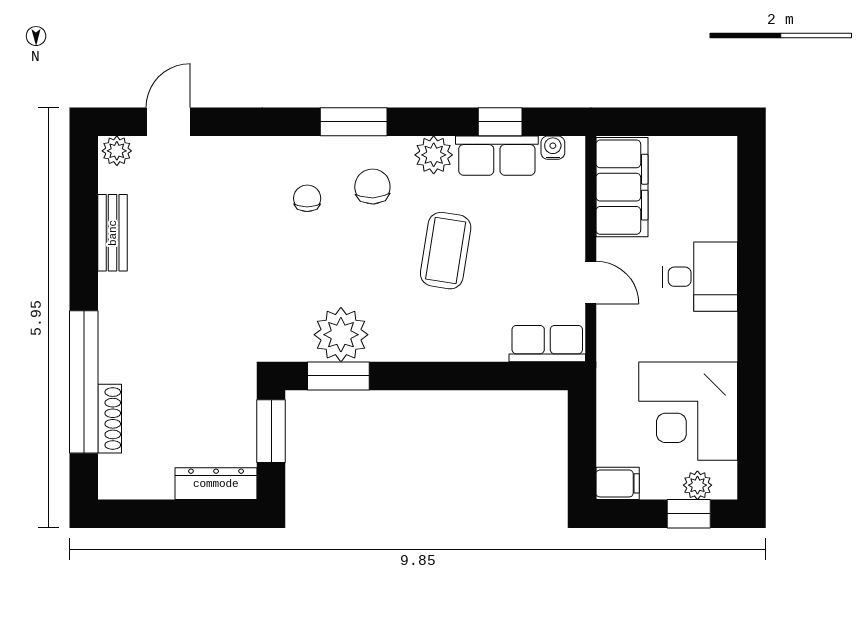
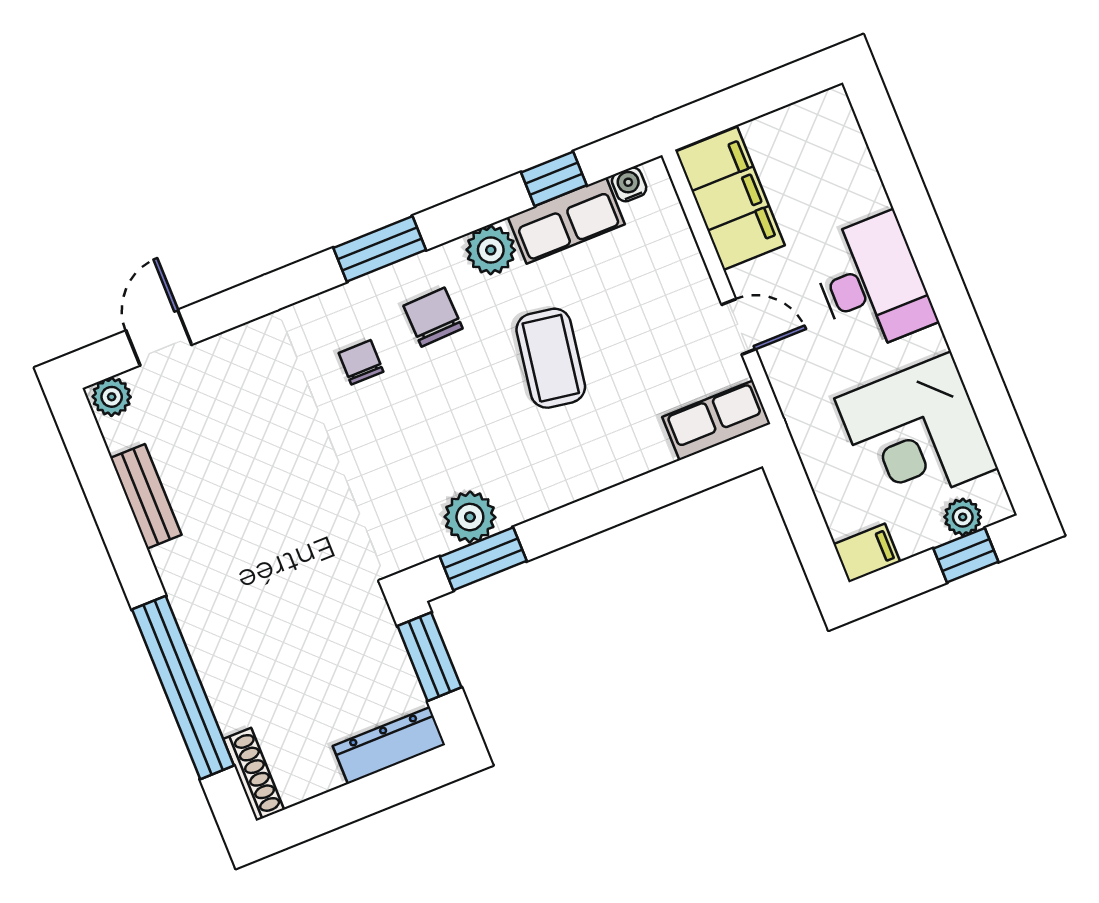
desk: (700, 277) -> (872, 283), width x1.37
plant: (341, 335) -> (470, 517), width x0.73, depth x0.73
shoe rack: (110, 419) -> (254, 774), moved

